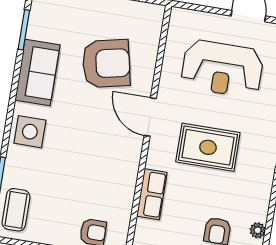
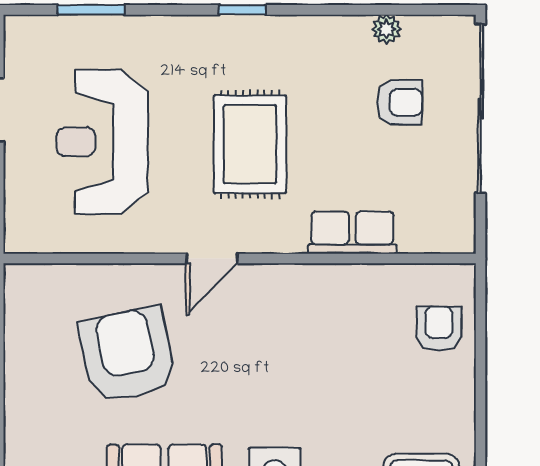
reception desk: (222, 69) -> (102, 142), turned 180
door: (150, 117) -> (212, 259), width x0.73

